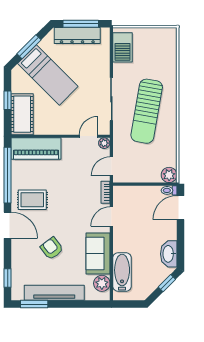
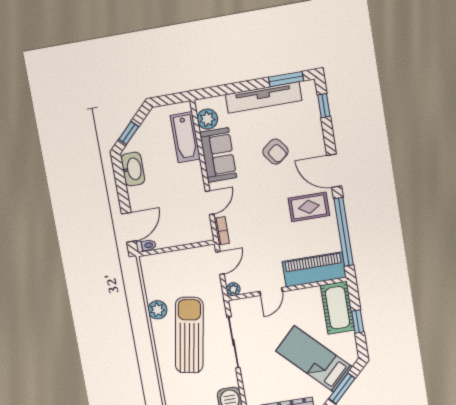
door: (89, 136) -> (271, 292), moved
plant: (169, 175) -> (157, 310), moved

